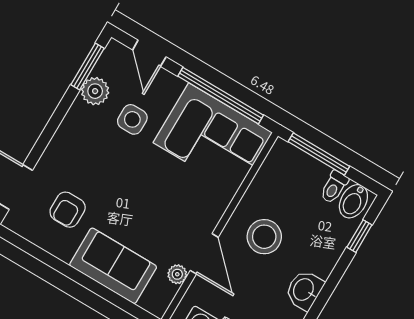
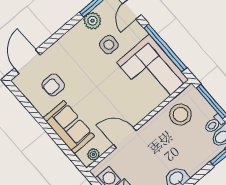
stool: (264, 237) -> (181, 115), moved
door: (204, 254) -> (125, 138), swing flipped
plant: (177, 274) -> (93, 155), moved

